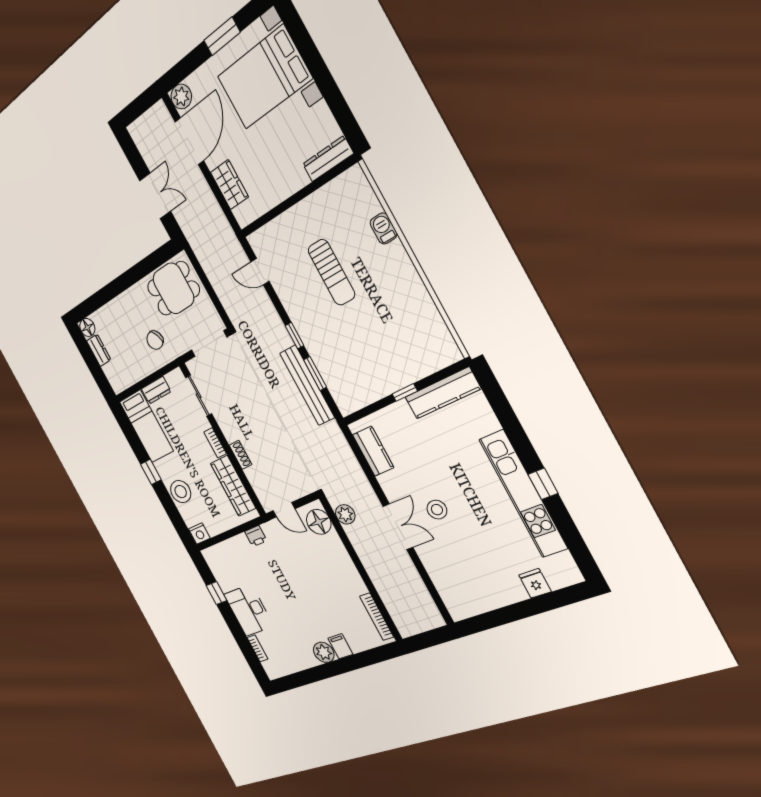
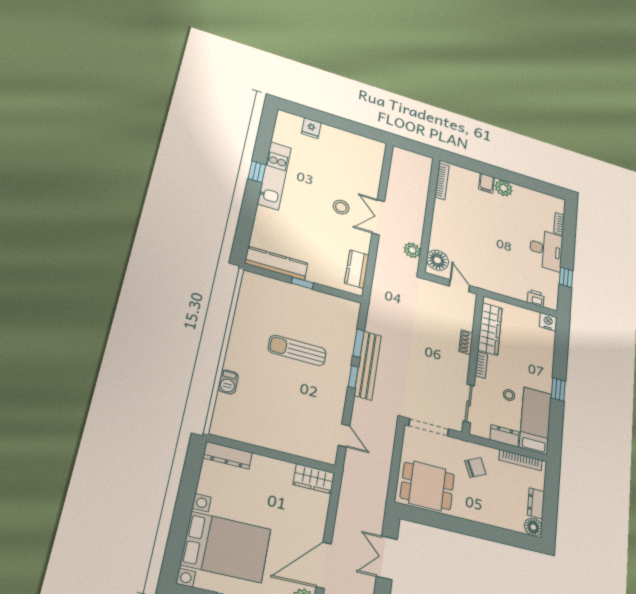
wardrobe: (229, 185) -> (314, 479), moved, turned -90
sun lounger: (331, 272) -> (297, 350), moved, turned -90
bookcase: (132, 379) -> (520, 460), added
bench: (307, 385) -> (368, 365), moved
stool: (181, 492) -> (509, 395), moved, width x0.53, depth x0.53
kitchen unit: (523, 494) -> (274, 176), width x0.73
printer: (256, 536) -> (536, 298), moved

